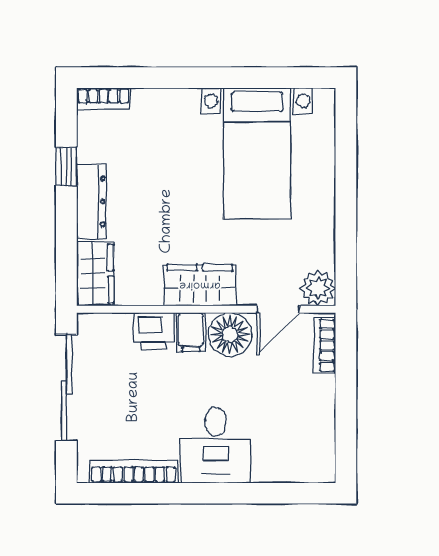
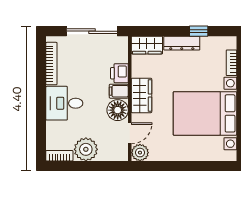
bookcase: (103, 98) -> (232, 63), moved
bed with nightstands: (257, 153) -> (205, 113), width x1.36
door: (278, 309) -> (130, 133), swing flipped
bookcase: (325, 345) -> (59, 156), moved
plant: (311, 400) -> (86, 149), added

